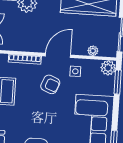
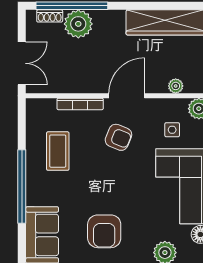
side table: (75, 71) -> (172, 130), moved

